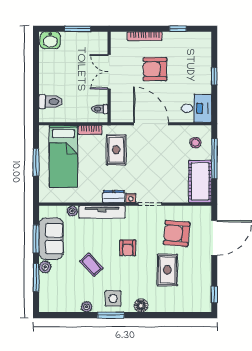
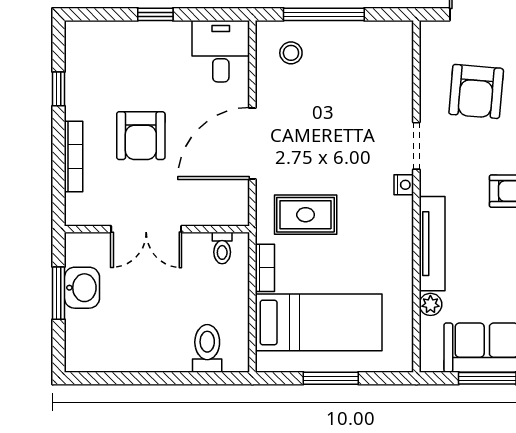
washbasin: (50, 40) -> (82, 288), moved
cot: (200, 181) -> (370, 43), removed
dresser: (114, 196) -> (401, 220), removed

